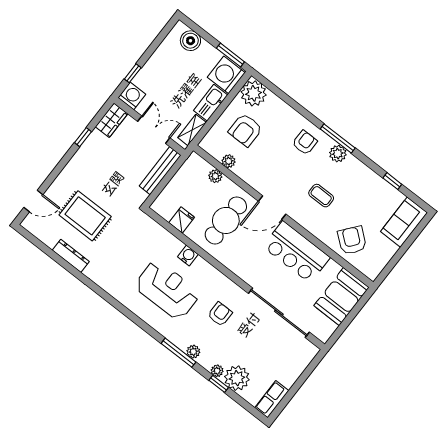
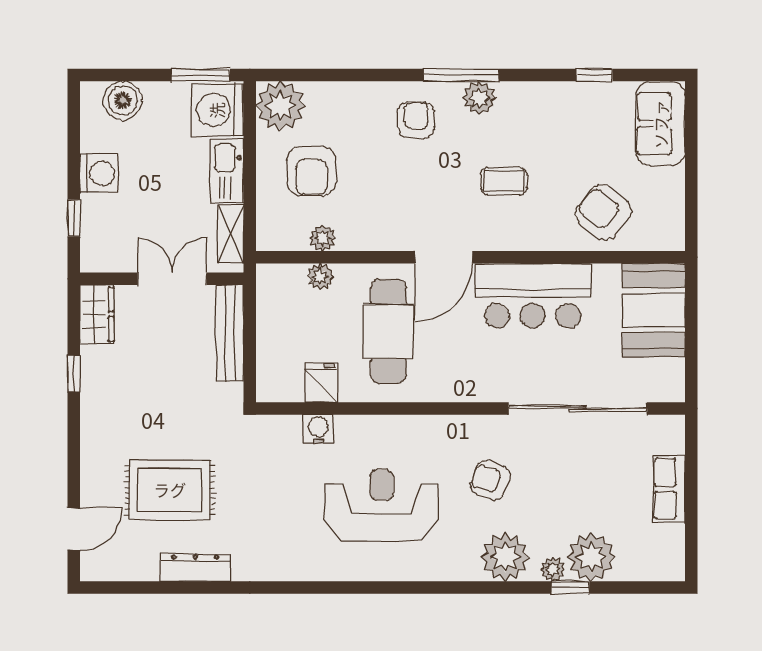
washing machine: (132, 96) -> (99, 173), moved, turned 90
water cooler: (188, 256) -> (318, 429), moved
armchair: (220, 314) -> (490, 480), turned -70
plant: (193, 352) -> (505, 557), width x1.88, depth x1.88
window: (178, 353) -> (473, 587), removed
row of seats: (272, 399) -> (669, 489), moved

